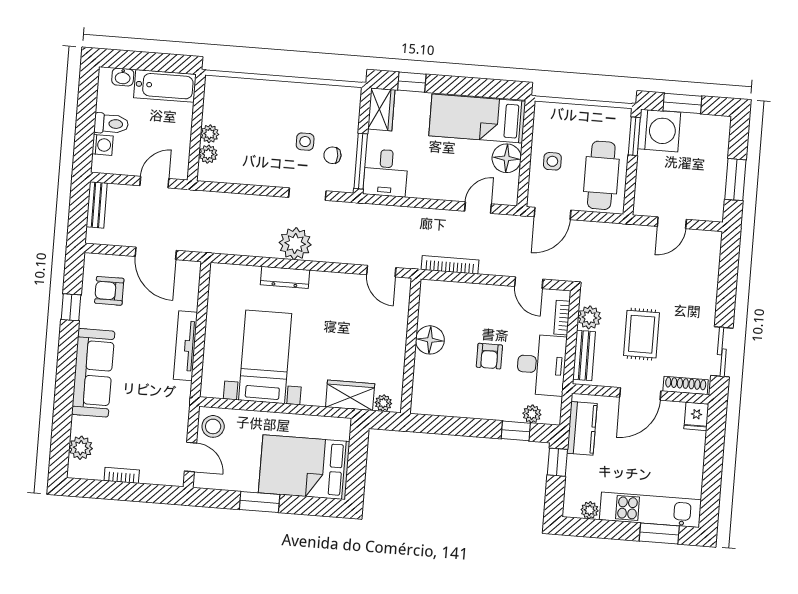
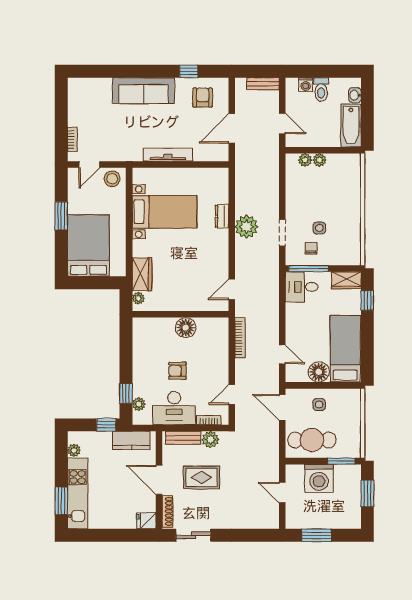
washing machine: (659, 131) -> (319, 478), moved
dresser: (285, 277) -> (222, 216), width x0.70
plant: (81, 448) -> (90, 86), removed
bookcase: (122, 475) -> (72, 139), moved

